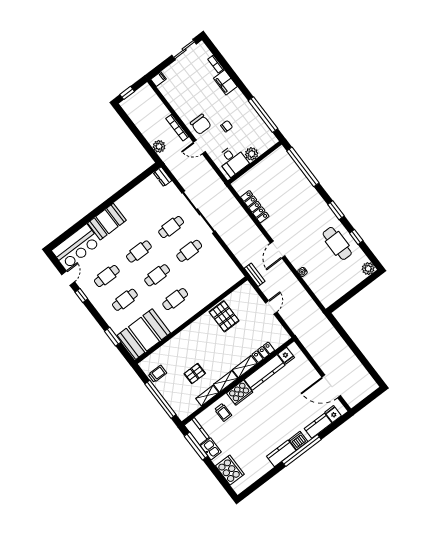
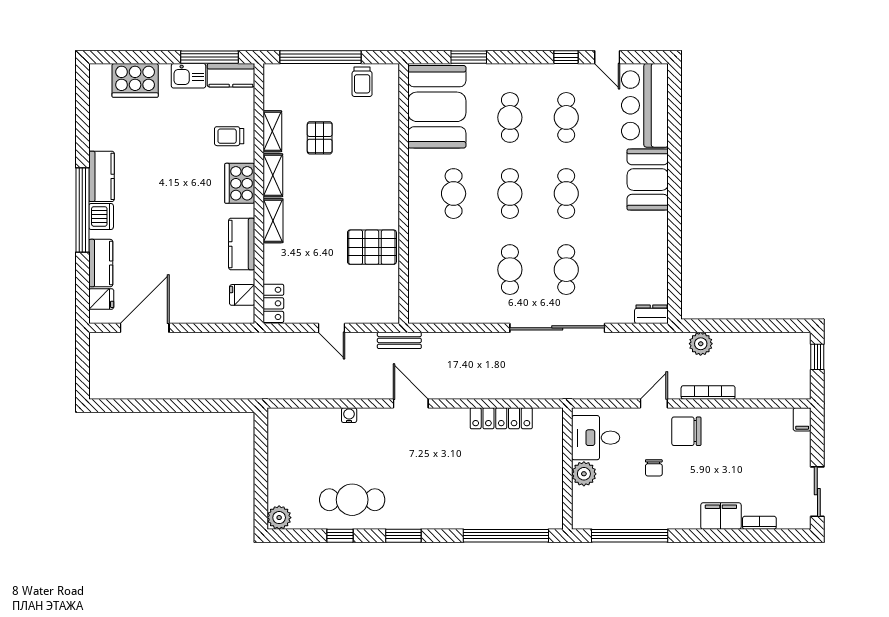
locker: (263, 352) -> (273, 303), moved
kitchen counter: (265, 372) -> (242, 244), width x0.67

